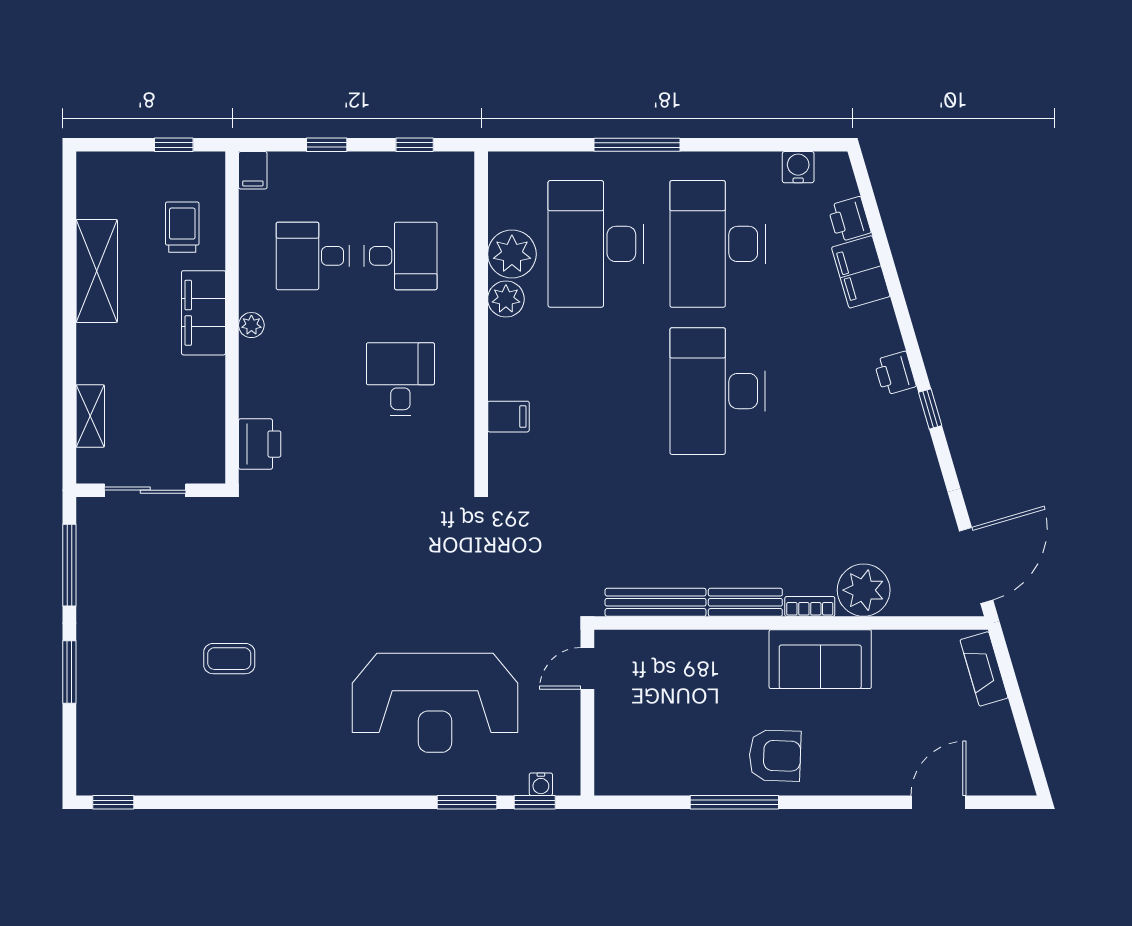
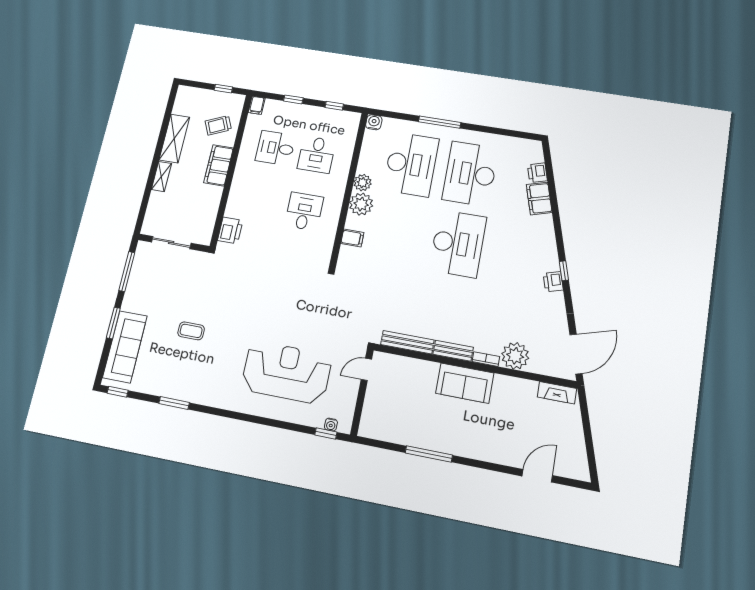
water cooler: (798, 167) -> (374, 122), moved
trolley: (182, 227) -> (218, 125), turned -114
desk: (596, 244) -> (411, 164), turned 180
plant: (512, 254) -> (361, 204), moved
desk: (400, 256) -> (317, 155), turned 90
plant: (251, 325) -> (239, 175), removed
printer: (895, 373) -> (553, 282), moved
desk: (718, 391) -> (458, 244), turned 180
shelving: (90, 416) -> (161, 177), moved
sofa: (820, 659) -> (465, 383), moved
fireplace: (984, 669) -> (557, 393), moved, turned -74
reception desk: (435, 703) -> (286, 372), turned 180
sofa: (105, 714) -> (125, 347), added
armchair: (775, 756) -> (454, 433), removed
window: (467, 802) -> (174, 403), moved

